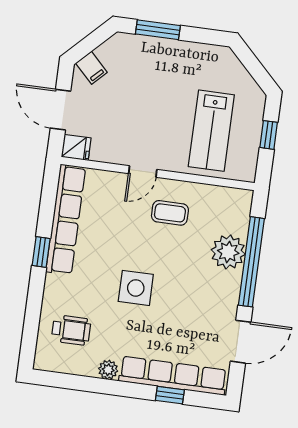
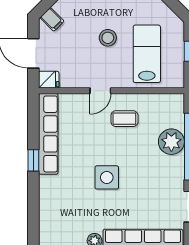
stool: (162, 102) -> (108, 38), added
lab bench: (211, 131) -> (147, 54), turned 180
wheelchair: (71, 330) -> (63, 215), removed

